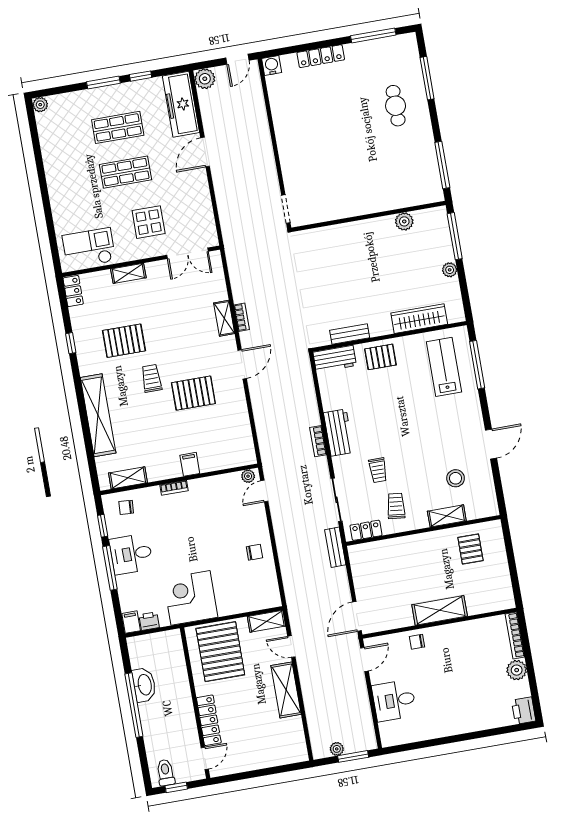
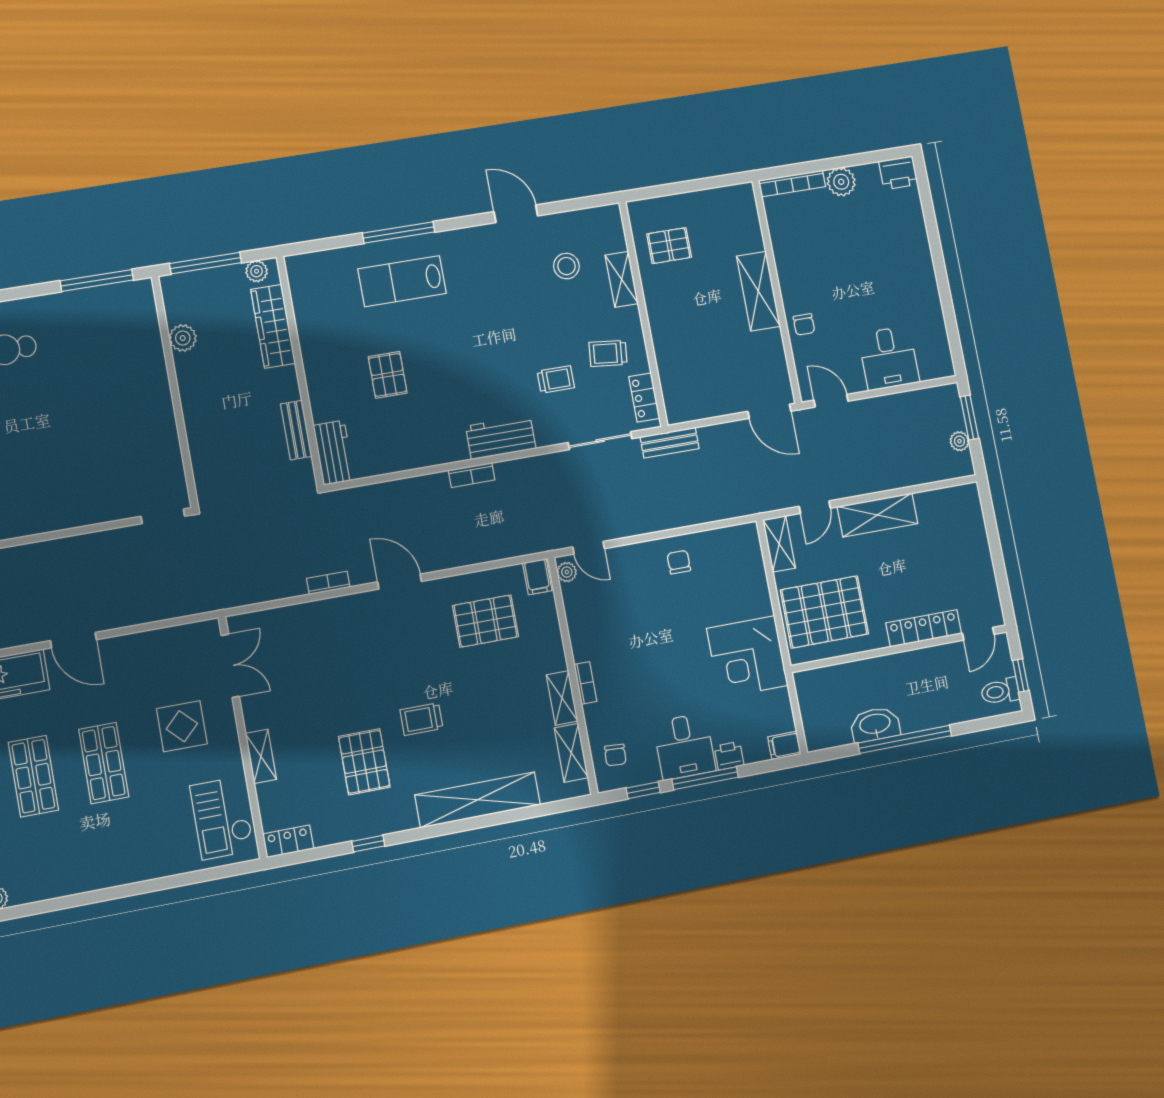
shelving: (224, 318) -> (562, 698), moved, turned 90
wardrobe: (419, 319) -> (273, 326), moved
bench: (350, 334) -> (296, 430), moved
wall: (389, 337) -> (300, 371), moved
workbench: (335, 359) -> (334, 453), moved
pallet: (193, 393) -> (485, 621), moved, turned 90
bookcase: (318, 441) -> (472, 475), moved
filing cabinet: (190, 464) -> (537, 577), moved, turned -90
printer: (149, 621) -> (729, 756), moved, turned 90
door: (205, 758) -> (978, 634), swing flipped

